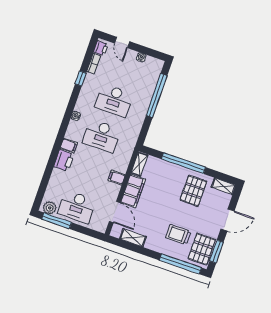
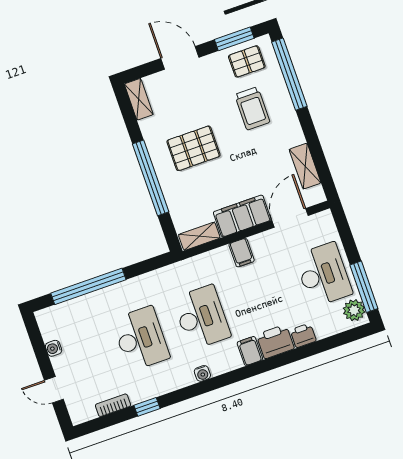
door: (122, 42) -> (54, 390), swing flipped
printer: (101, 48) -> (303, 335), moved
pallet: (193, 191) -> (194, 148), moved
pallet: (202, 249) -> (247, 61), width x0.67, depth x0.71

